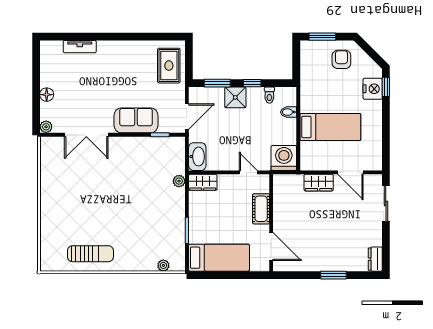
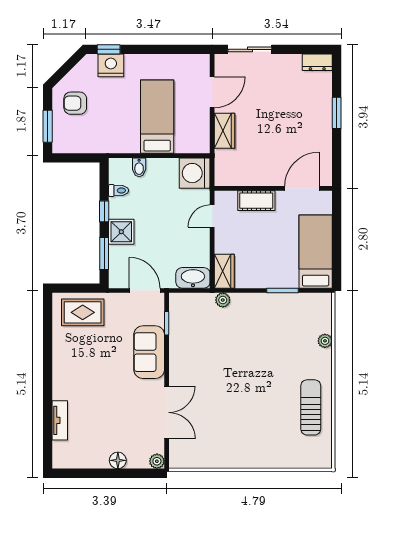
plant: (163, 265) -> (325, 341), moved

